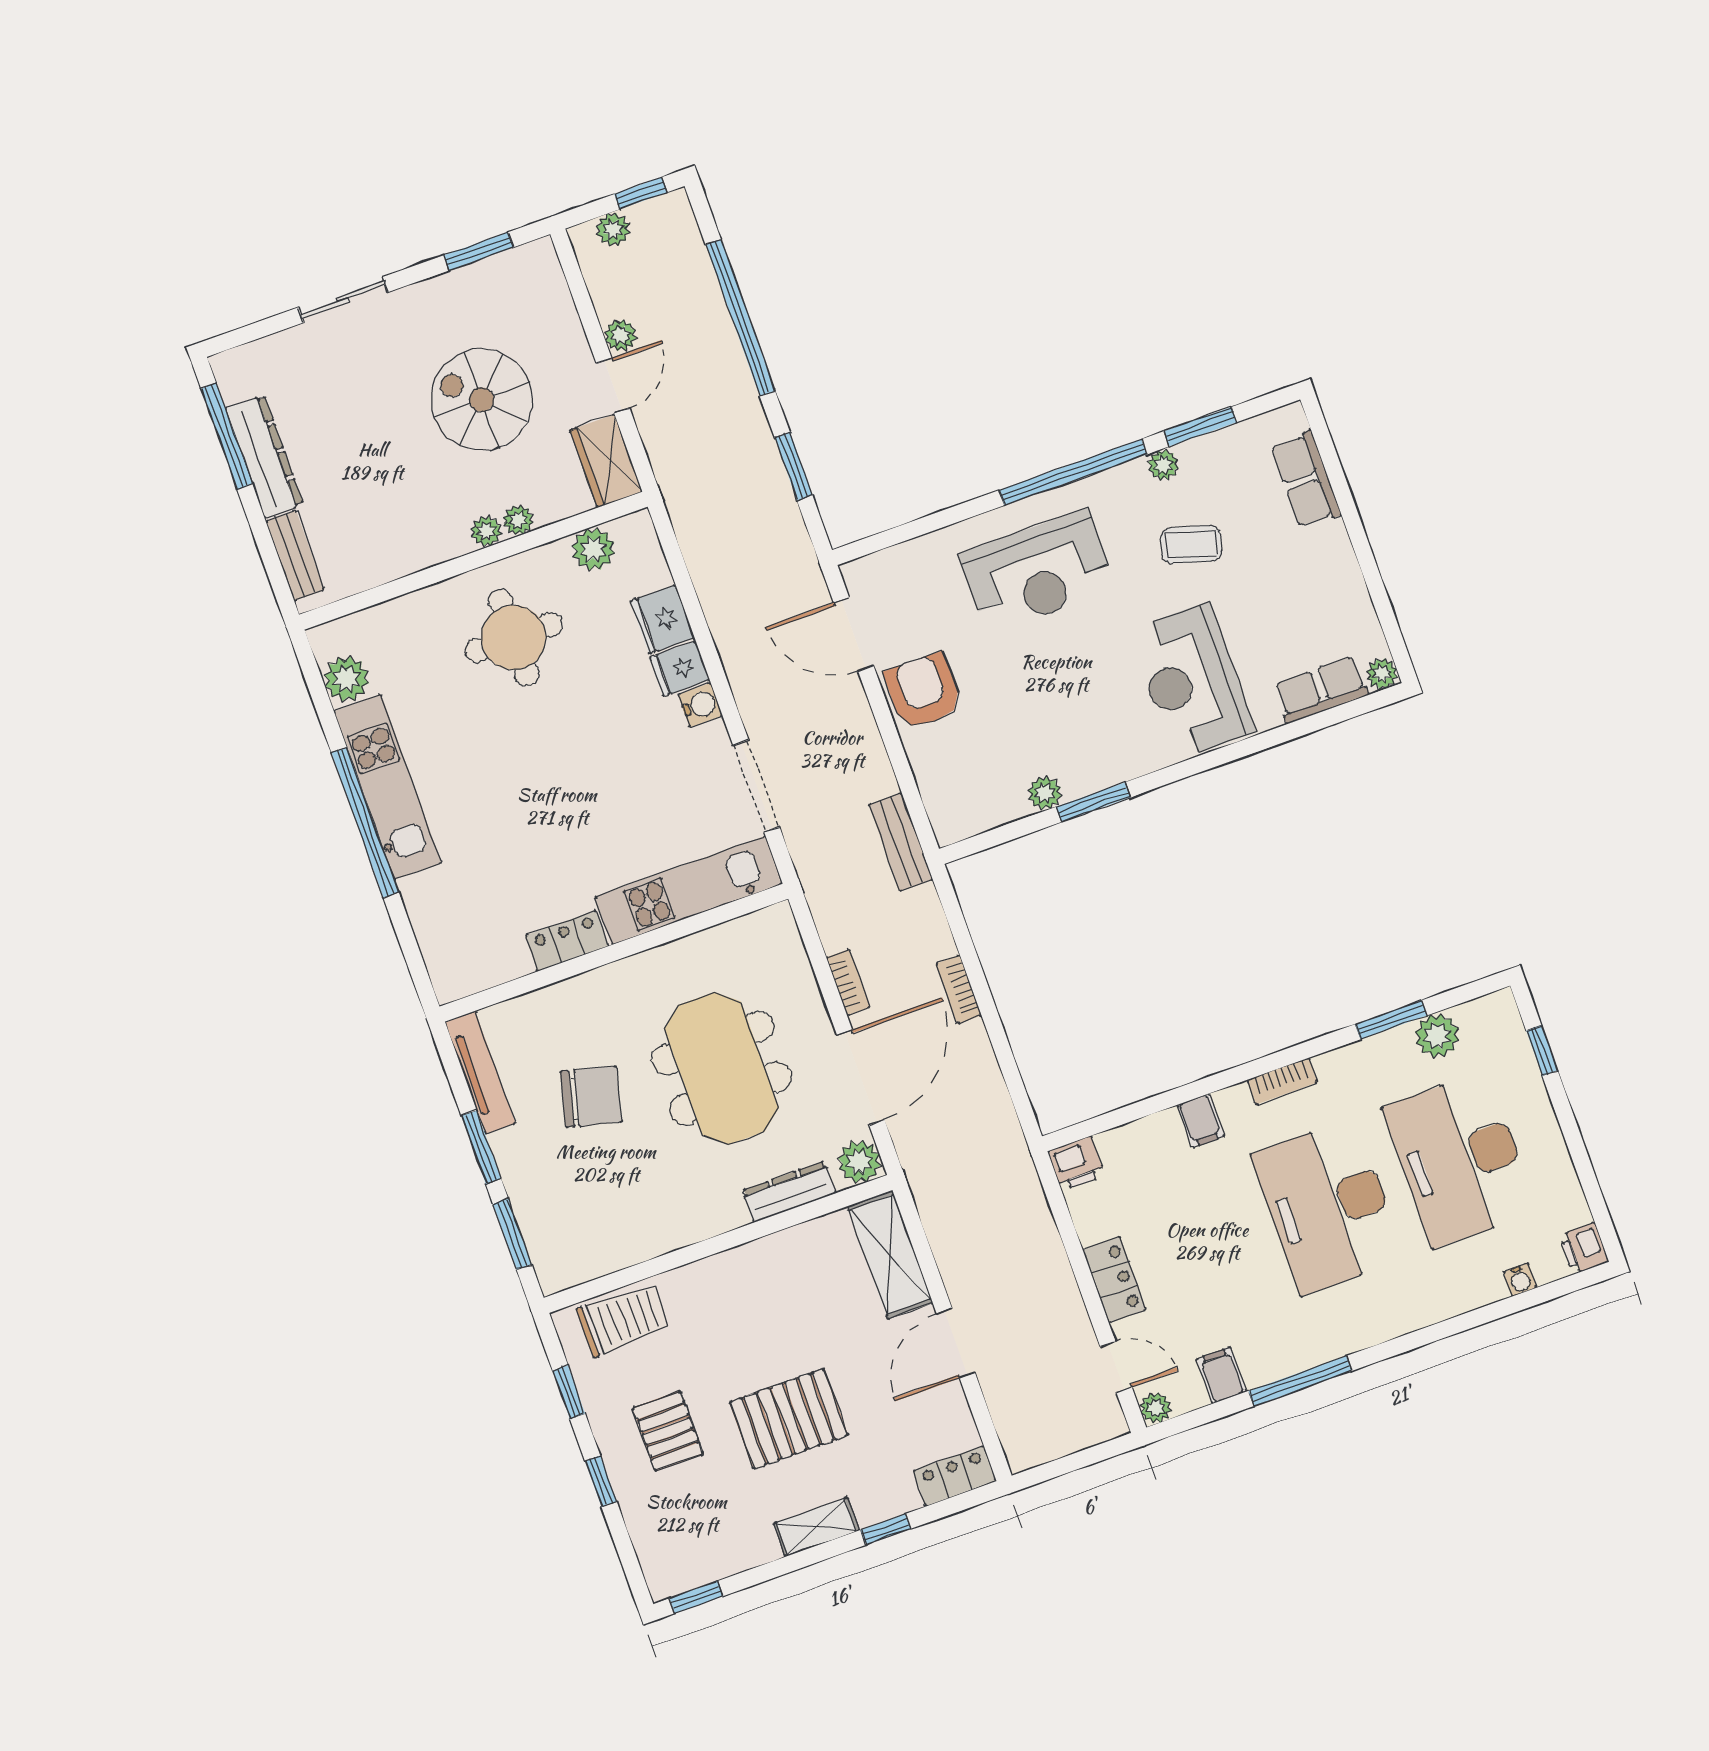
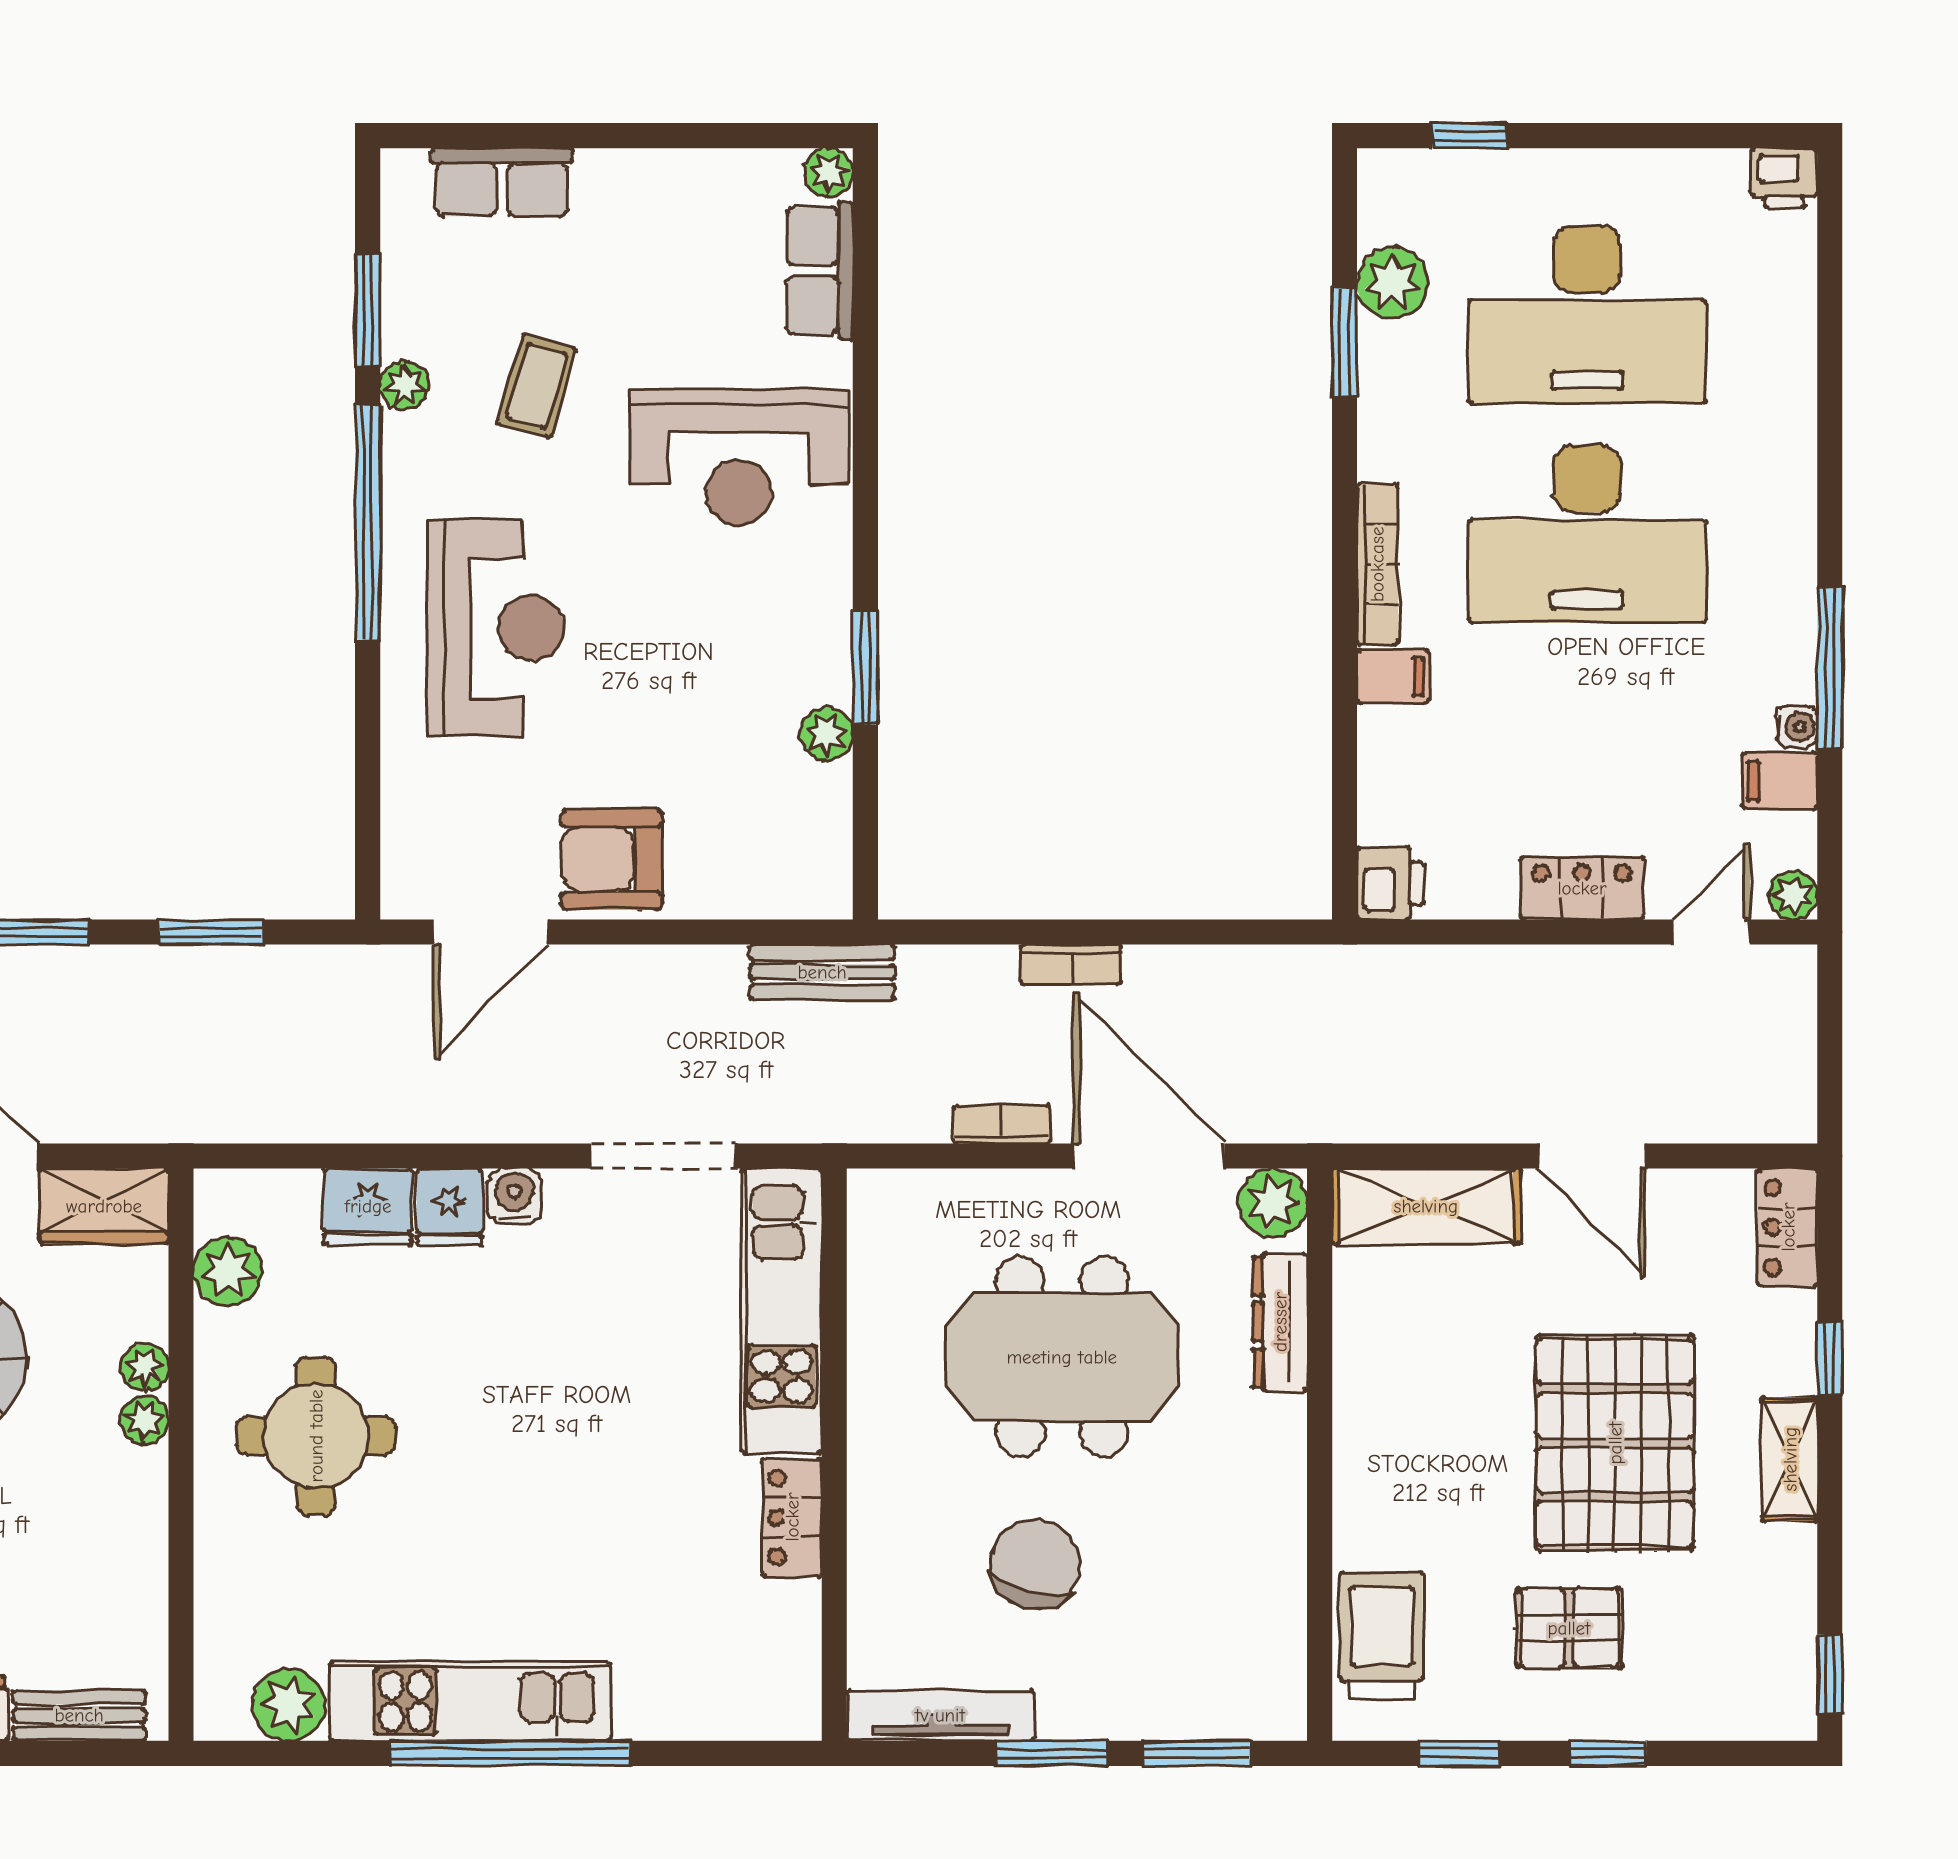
bookcase: (1282, 1081) -> (1377, 564), width x1.56
water cooler: (1520, 1280) -> (1797, 727), moved
pallet: (789, 1419) -> (1615, 1443), width x1.37, depth x1.41

